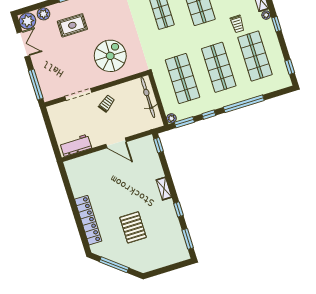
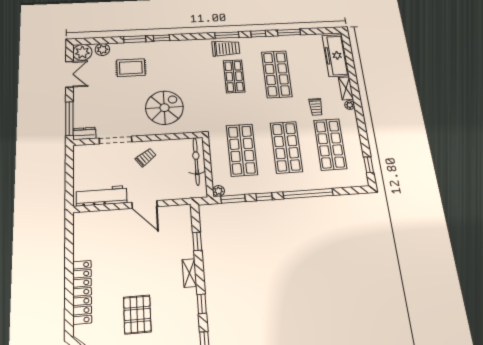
window: (277, 24) -> (360, 117), removed
dresser: (52, 95) -> (84, 133), added
workbench: (76, 145) -> (102, 196), width x1.38
window: (159, 145) -> (197, 241), moved

